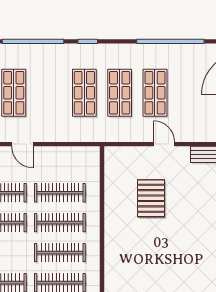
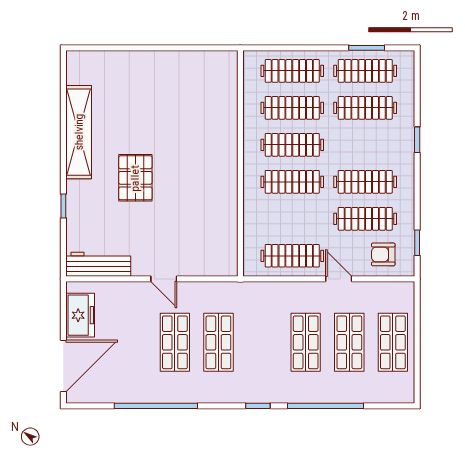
shop shelf: (84, 93) -> (306, 342), moved
clothes rail: (60, 193) -> (292, 256), moved
pallet: (151, 198) -> (135, 178), moved

